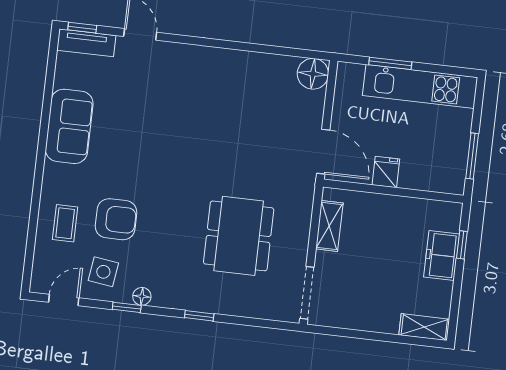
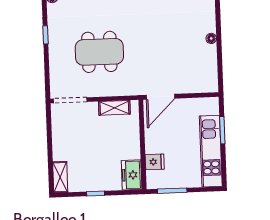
floor lamp: (313, 74) -> (211, 38), moved, width x0.53, depth x0.53
fridge: (386, 172) -> (155, 162), moved
window: (462, 245) -> (96, 194), moved
freezer: (442, 256) -> (132, 175), moved, turned -90

